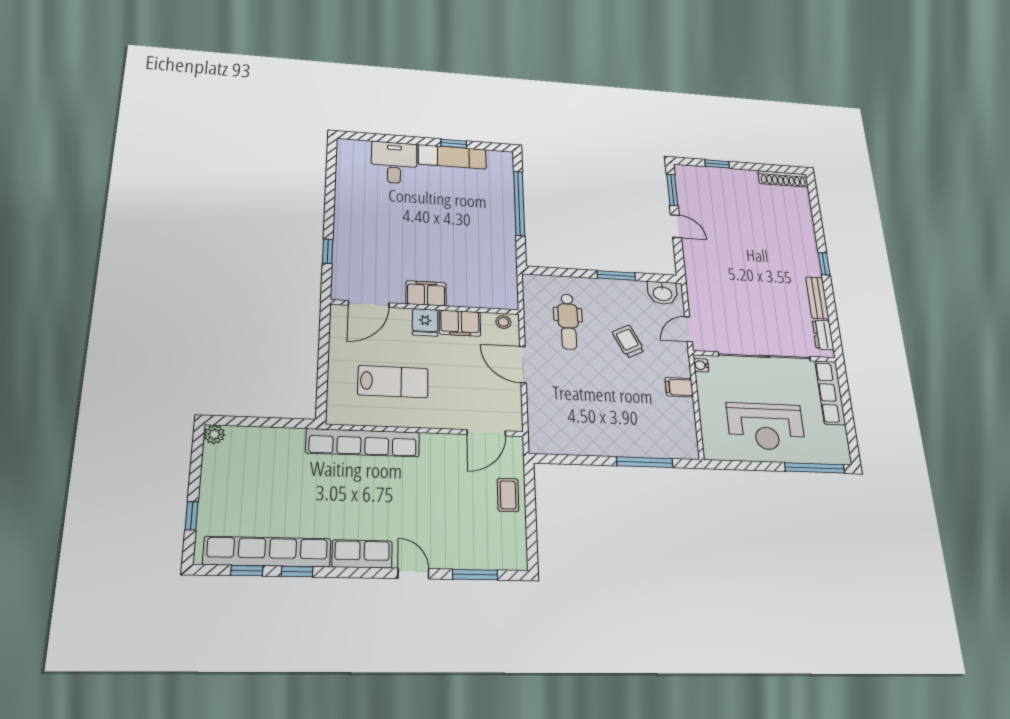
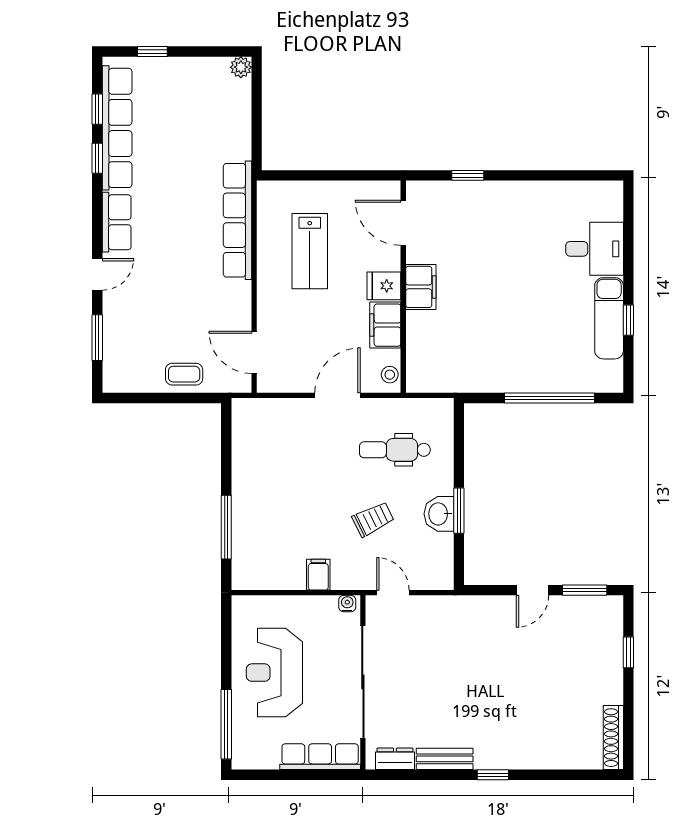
washbasin: (662, 293) -> (439, 514), moved

